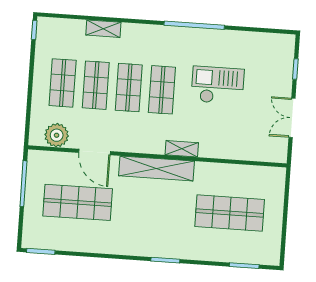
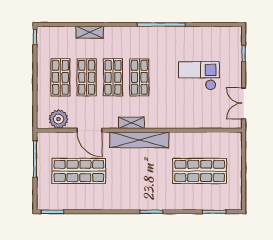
checkout: (218, 85) -> (199, 76), moved
double door: (292, 118) -> (244, 103), moved
shelving: (182, 149) -> (131, 123), moved

